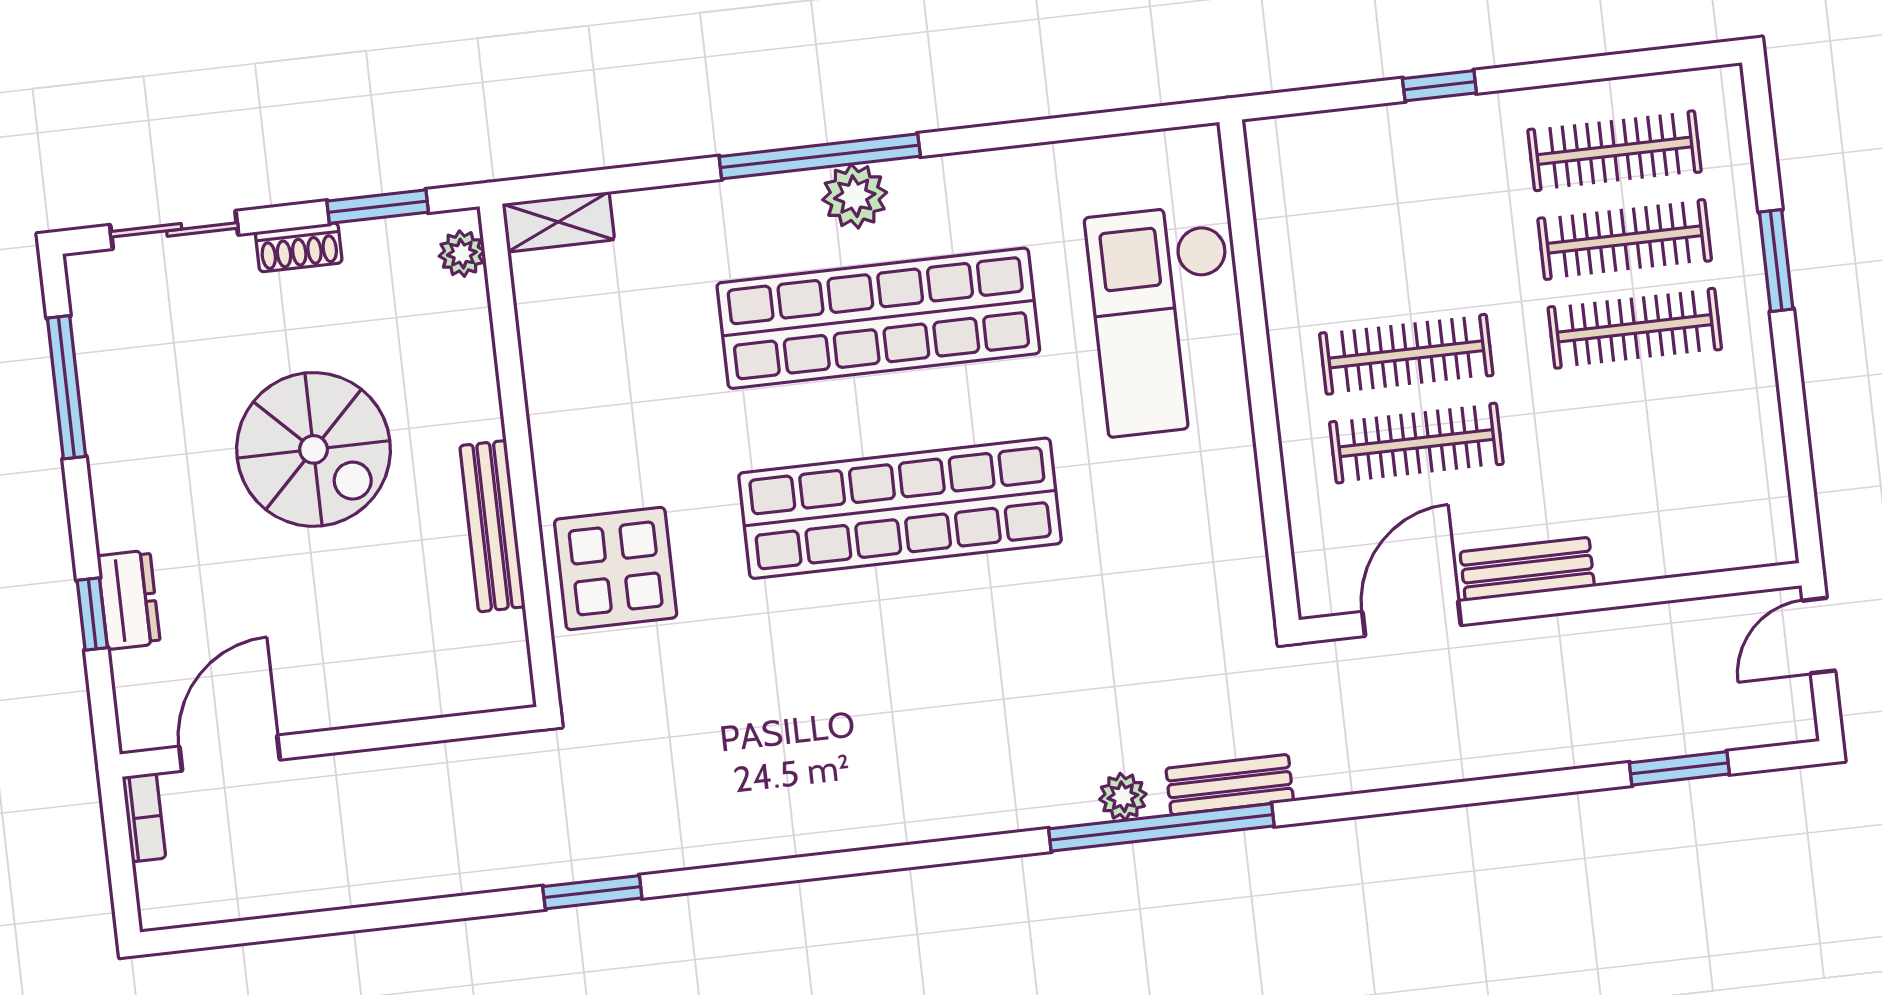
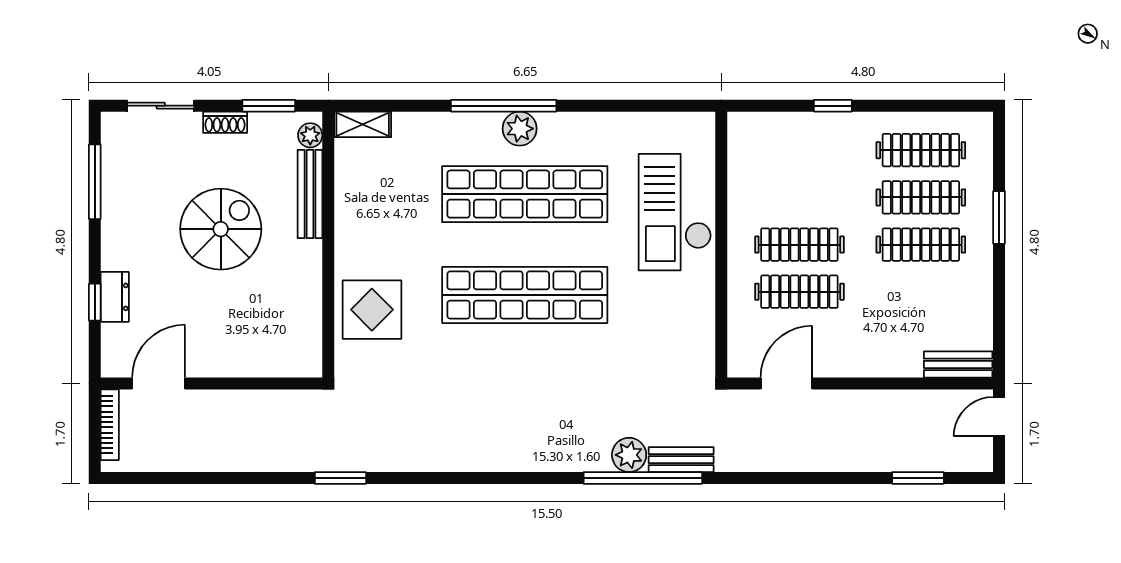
spiral stairs: (314, 449) -> (221, 229), turned -90
bench: (493, 526) -> (310, 194), moved
bench: (1527, 569) -> (958, 364), moved
plant: (1123, 797) -> (629, 455), width x1.38, depth x1.38
bookcase: (144, 817) -> (110, 425), width x1.56

